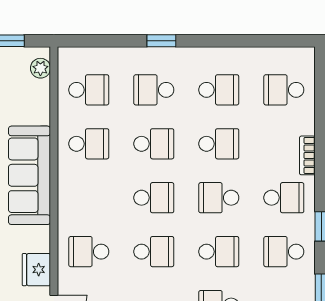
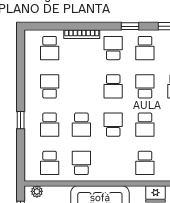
school desk: (89, 90) -> (50, 163), turned 180
school desk: (154, 144) -> (81, 125), turned 180
school desk: (219, 144) -> (81, 86), removed
bookcase: (307, 155) -> (82, 34), width x1.56
school desk: (154, 252) -> (145, 125), turned 180

